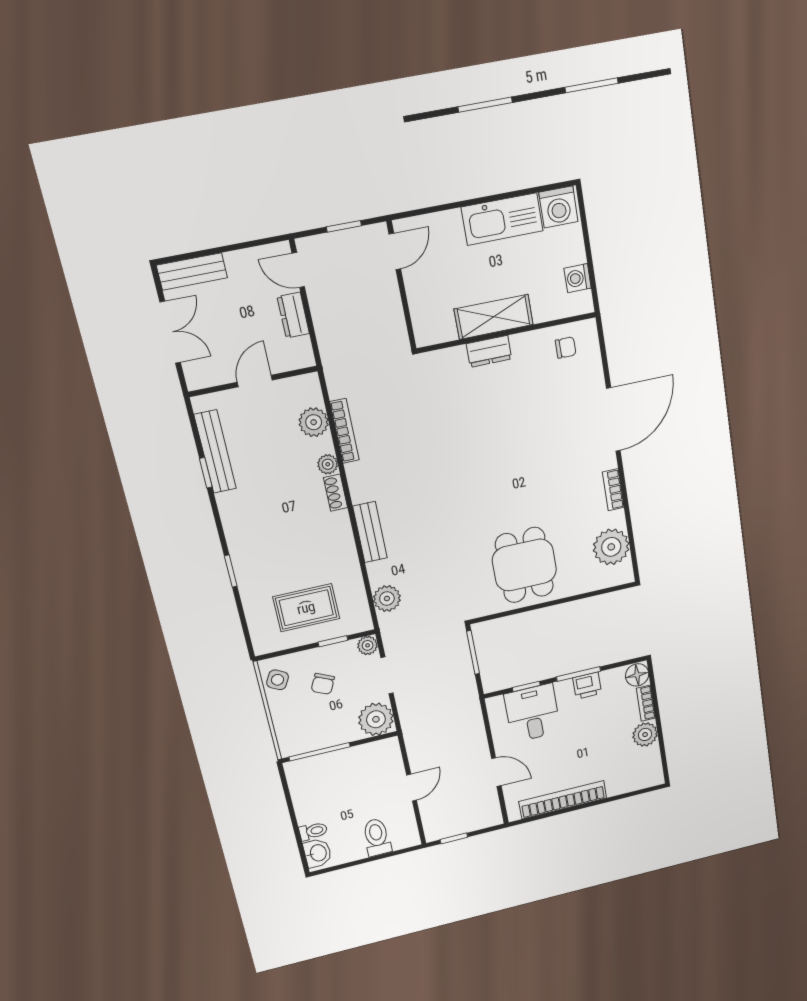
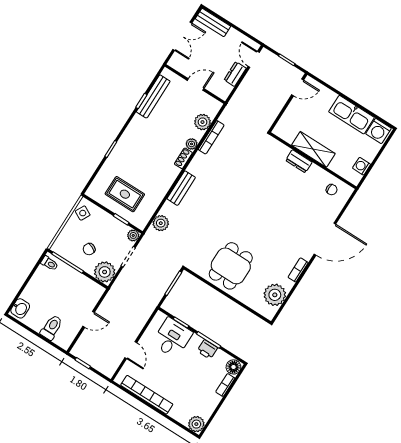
chair: (323, 684) -> (89, 249), moved
plant: (645, 734) -> (196, 424), moved
toilet: (313, 831) -> (49, 263), moved

